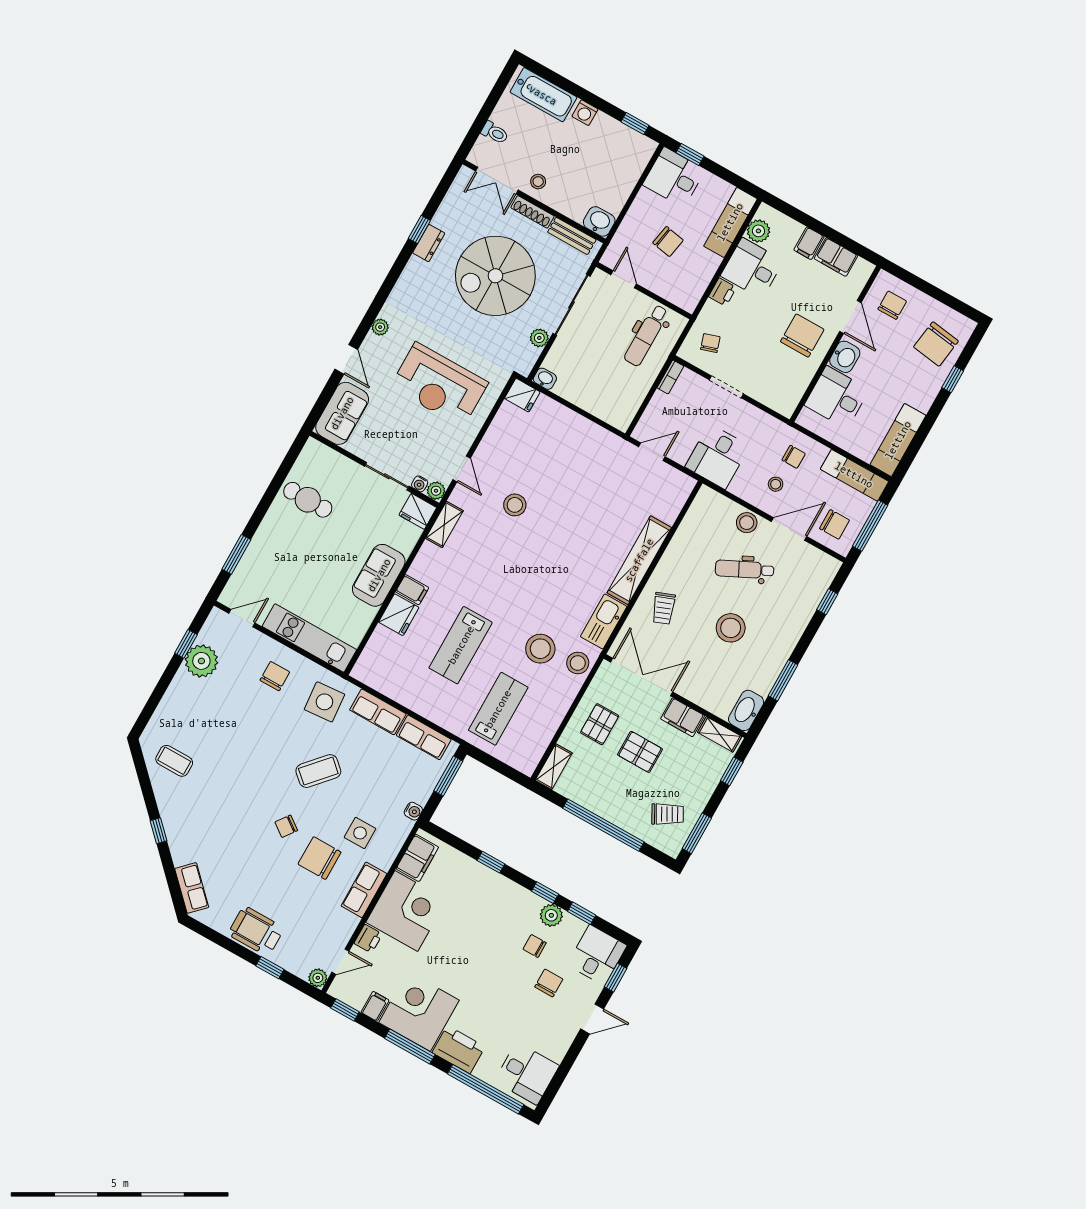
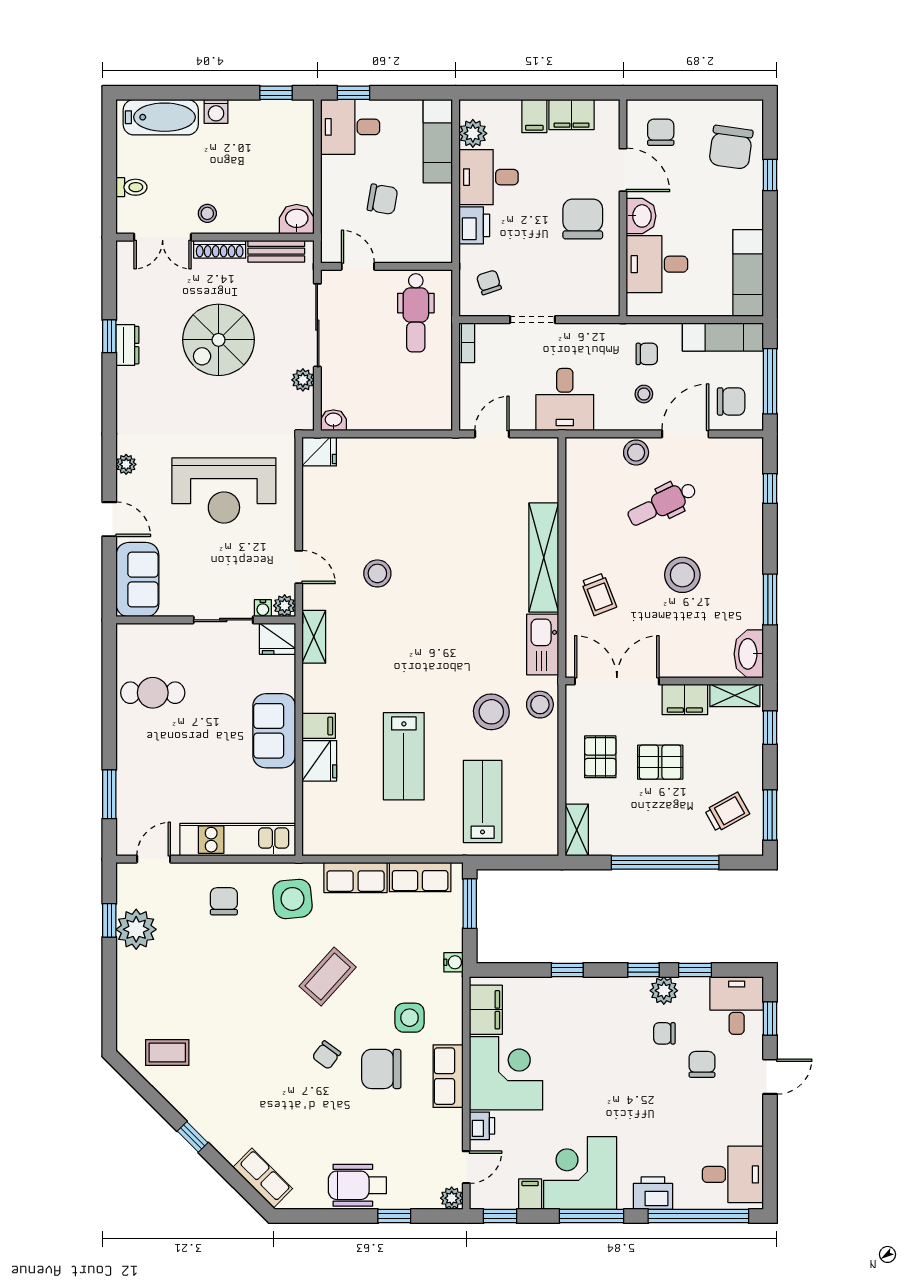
spiral stairs: (495, 276) -> (219, 340), width x0.73, depth x0.73
printer: (722, 292) -> (474, 225), width x1.36, depth x1.24
printer: (459, 1050) -> (653, 1193), width x0.73, depth x0.84

